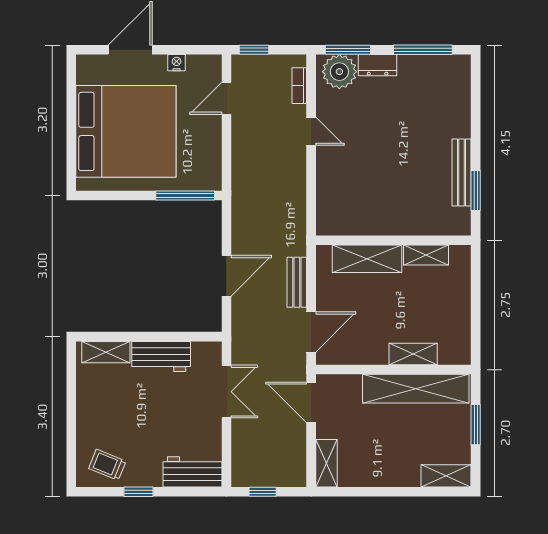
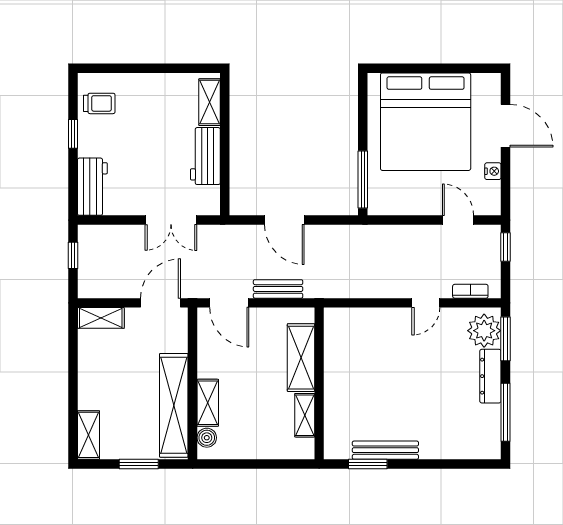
dresser: (378, 65) -> (490, 376), width x1.44
boiler: (449, 355) -> (207, 438), added
trolley: (107, 465) -> (99, 103), turned 68

